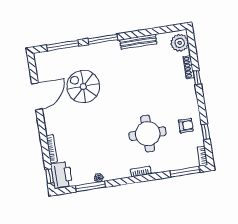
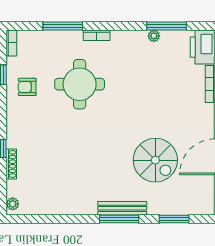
bench: (138, 42) -> (122, 208), moved
plant: (180, 43) -> (13, 204), width x0.53, depth x0.53
window: (63, 45) -> (174, 219), width x0.69
window: (185, 172) -> (63, 26), moved

